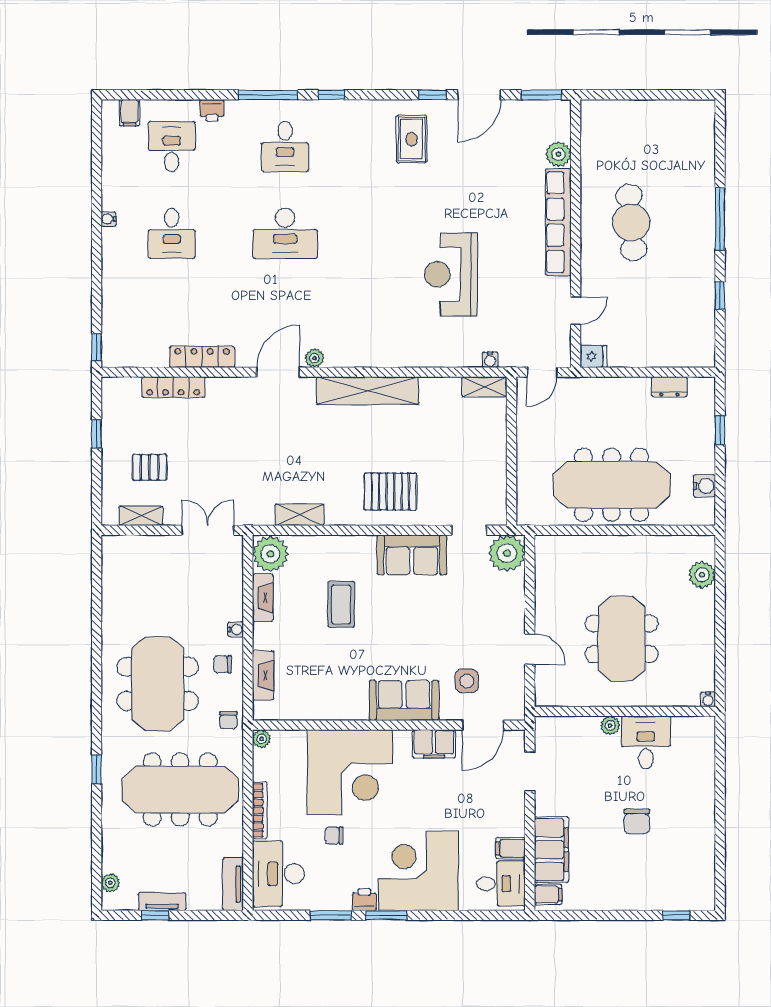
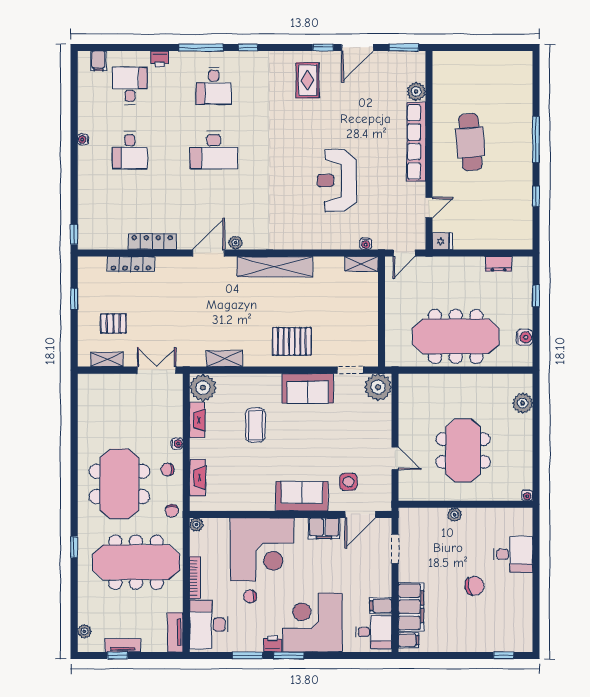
desk: (646, 742) -> (513, 554), moved, turned 90
chair: (637, 821) -> (474, 586), turned -102

